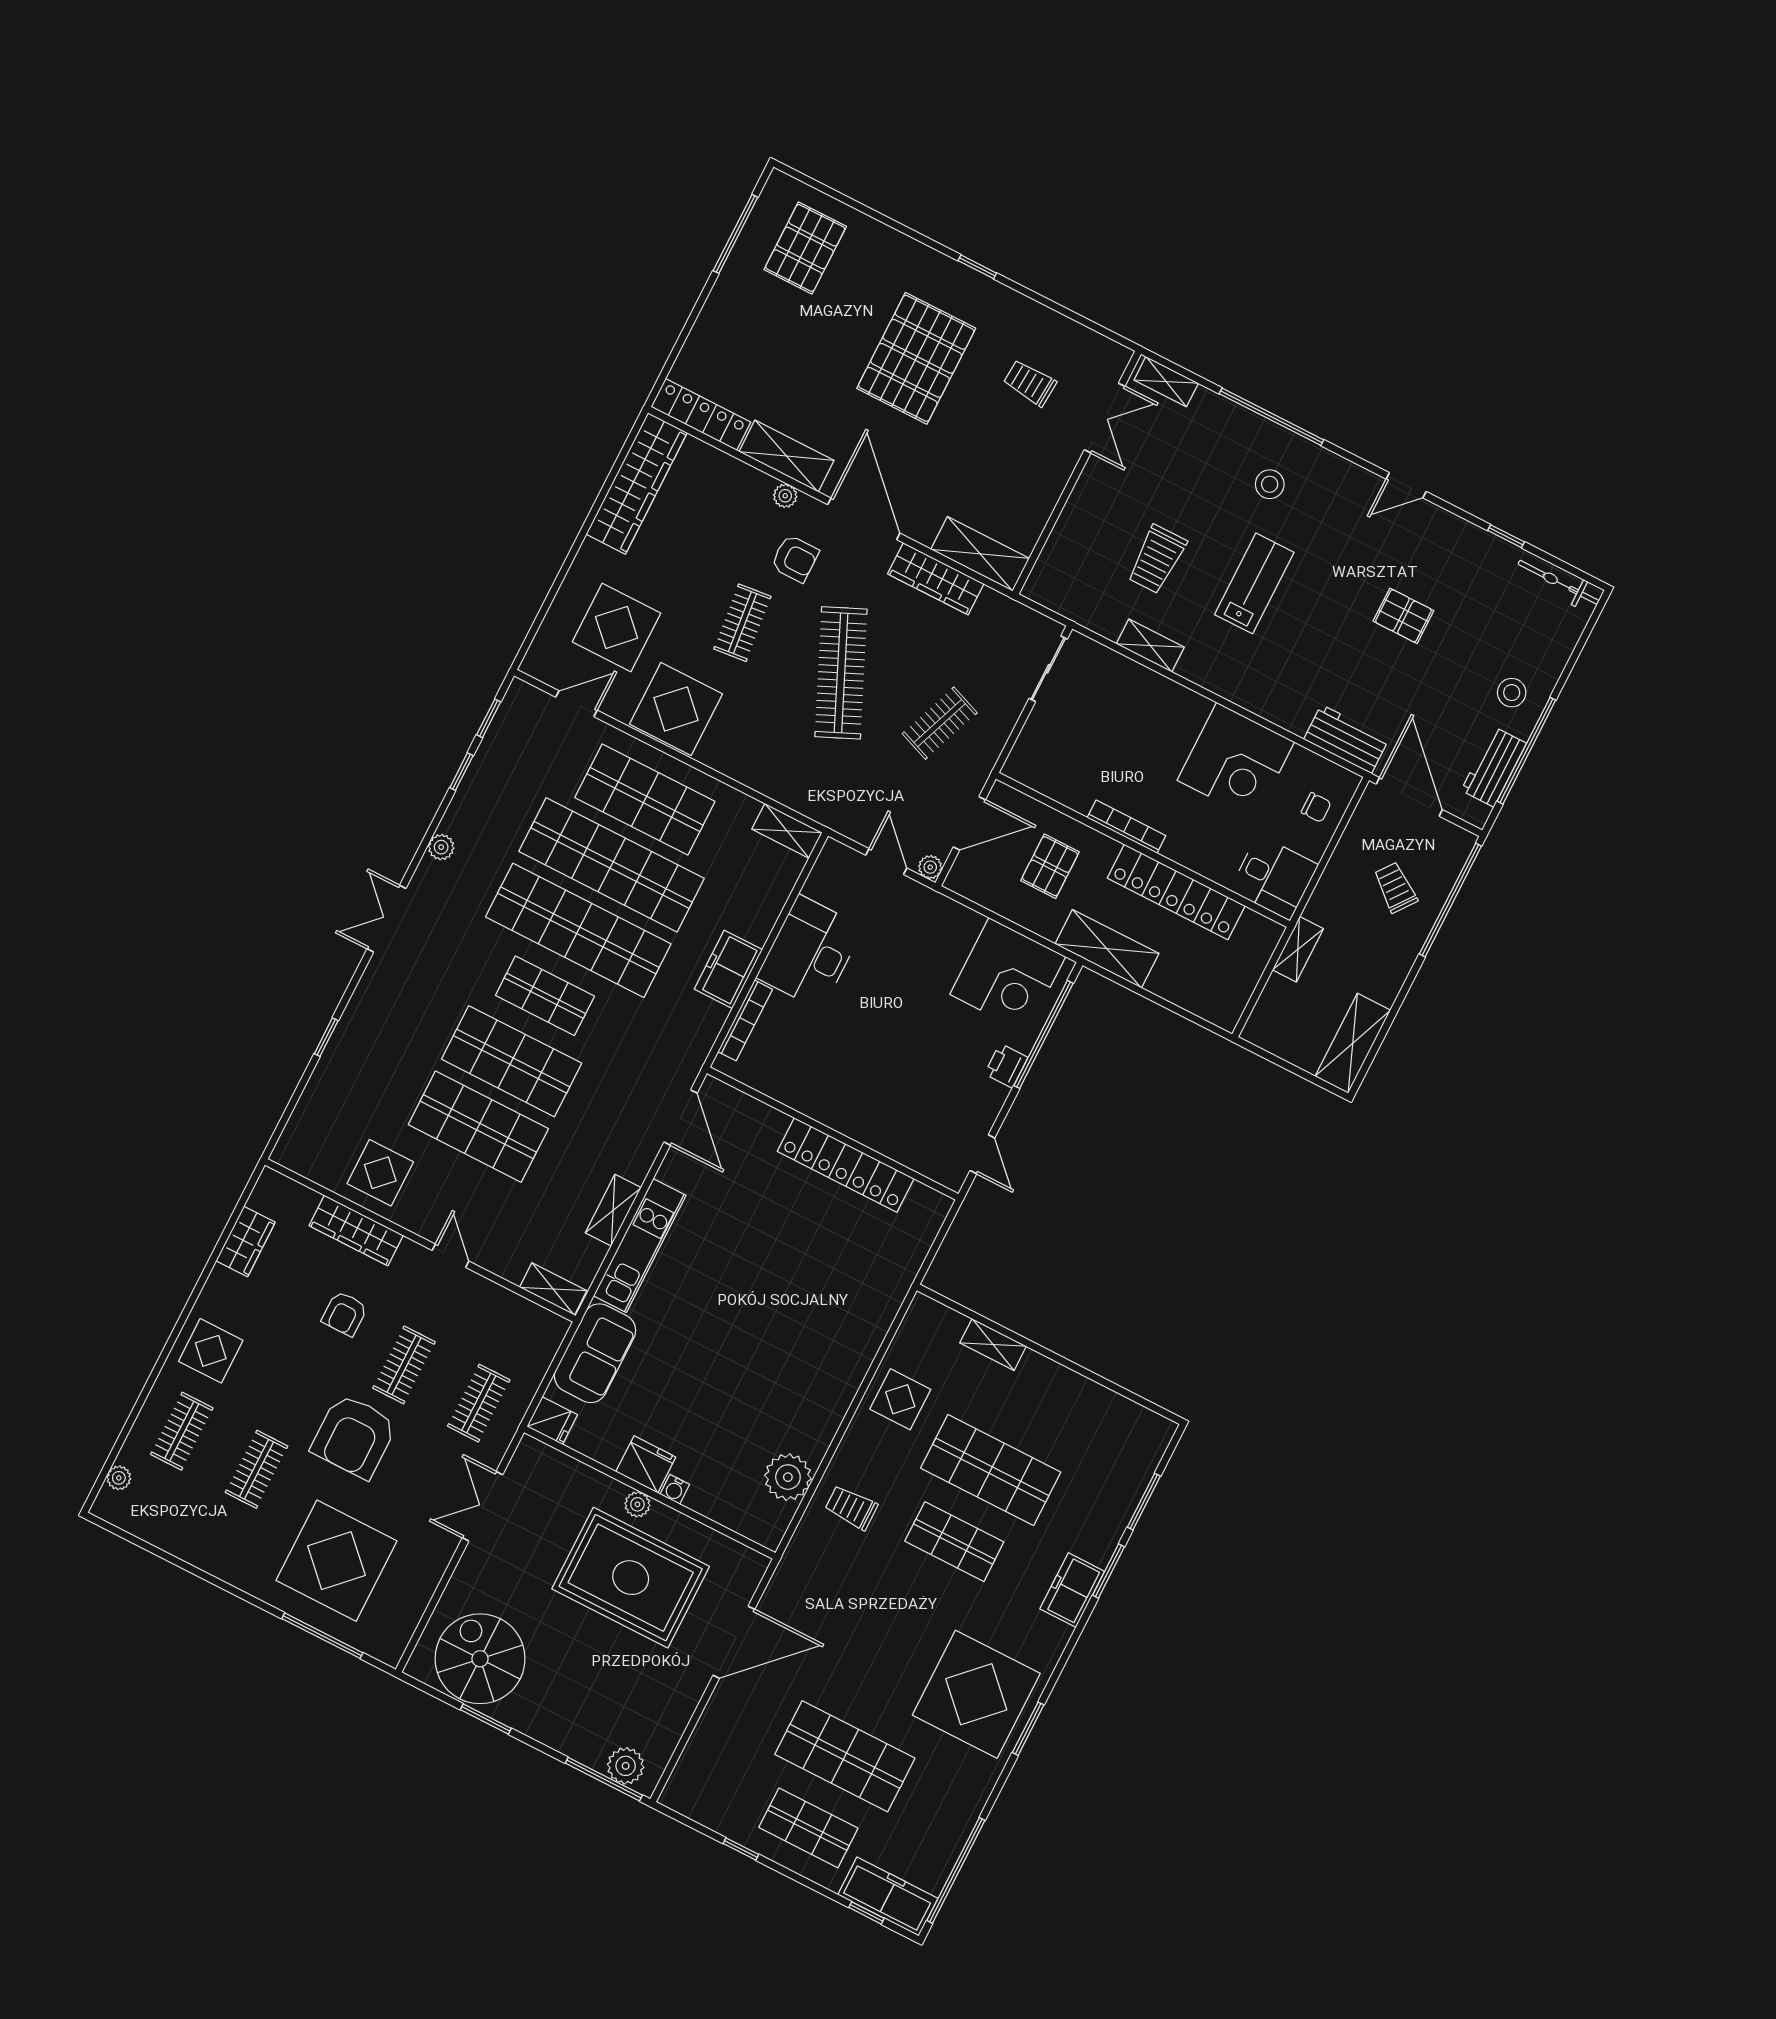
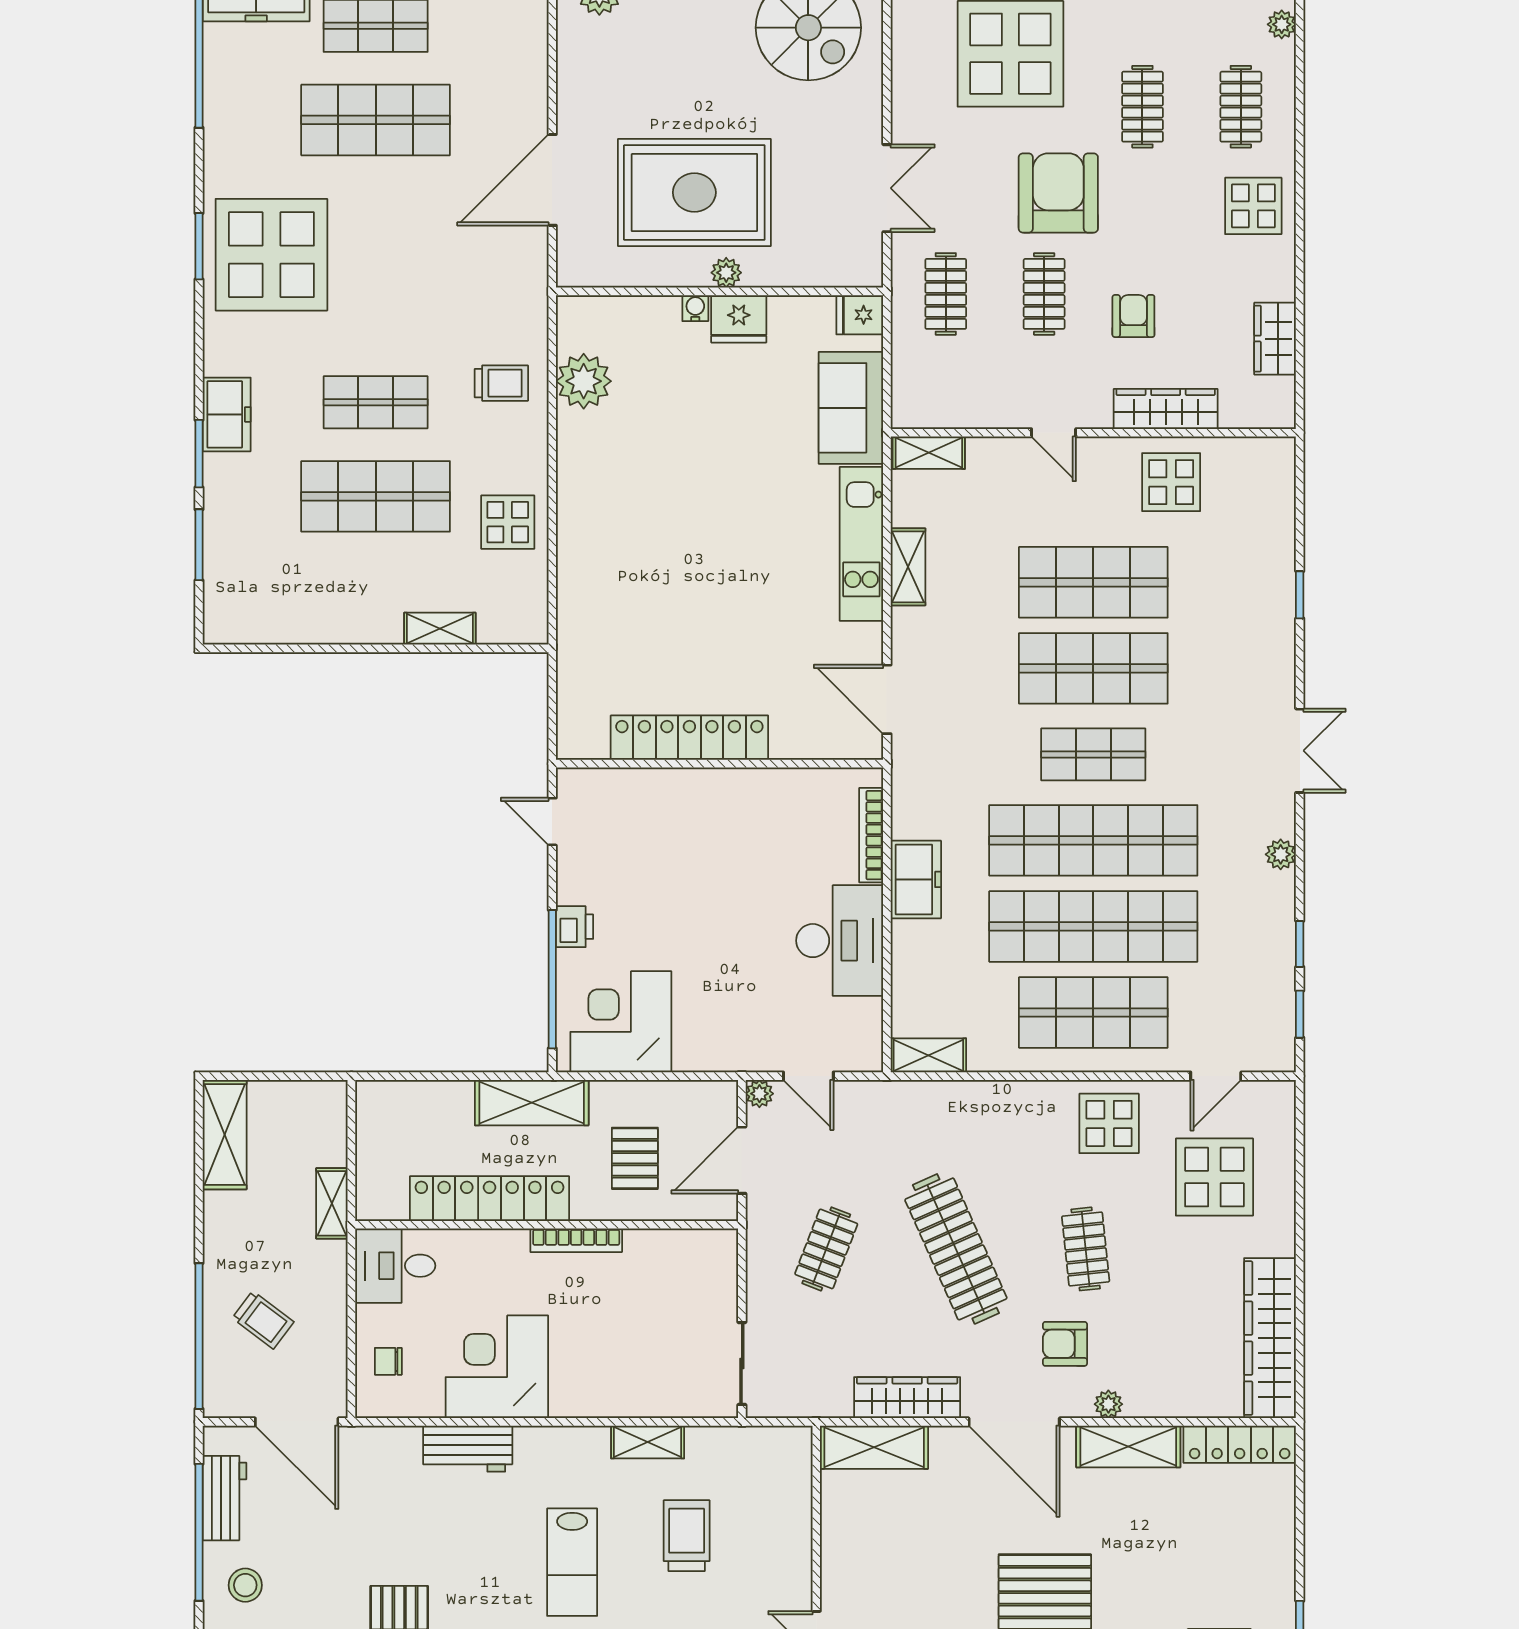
display table: (676, 709) -> (1109, 1123), width x0.73, depth x0.73
workbench: (1346, 739) -> (468, 1449), moved

